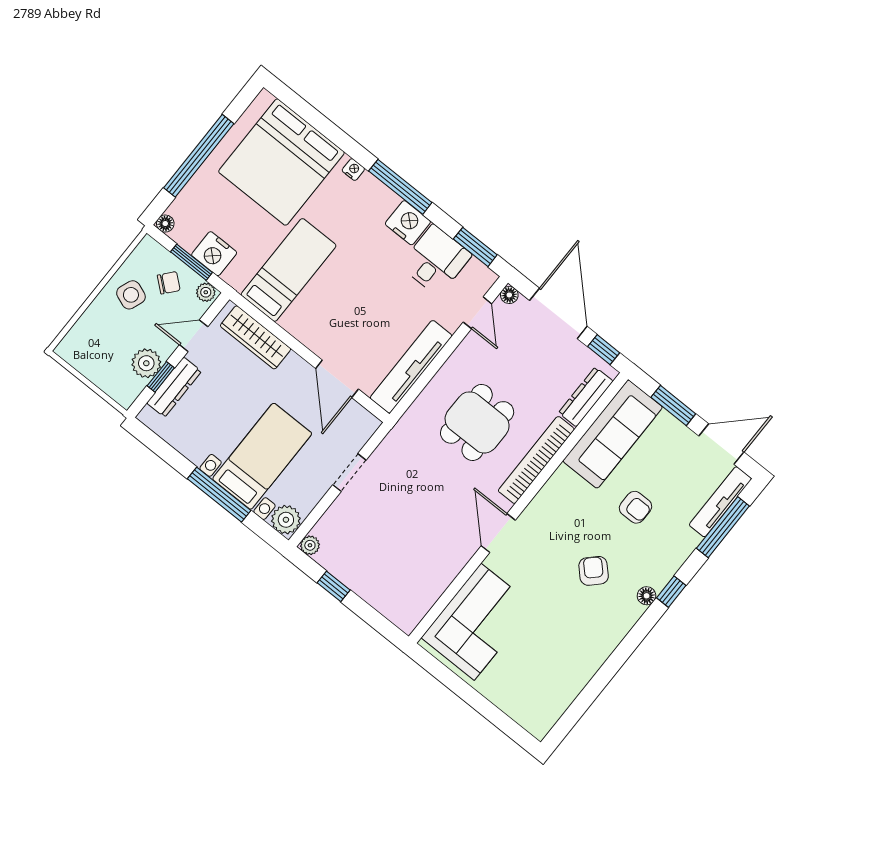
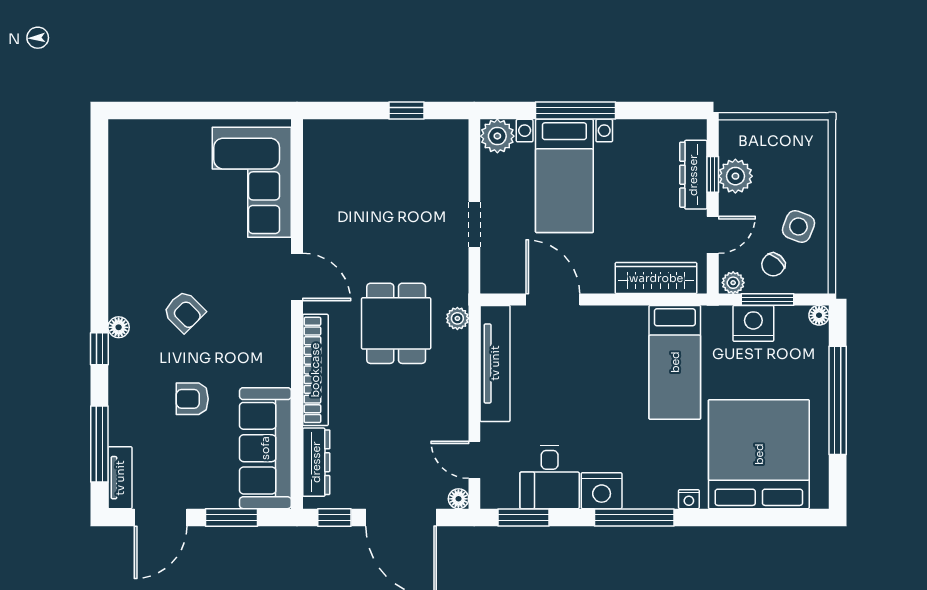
dining table: (477, 422) -> (396, 323), moved
tv unit: (720, 502) -> (120, 478), width x0.71
plant: (310, 545) -> (457, 318), moved

